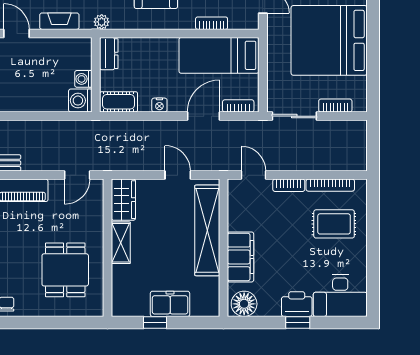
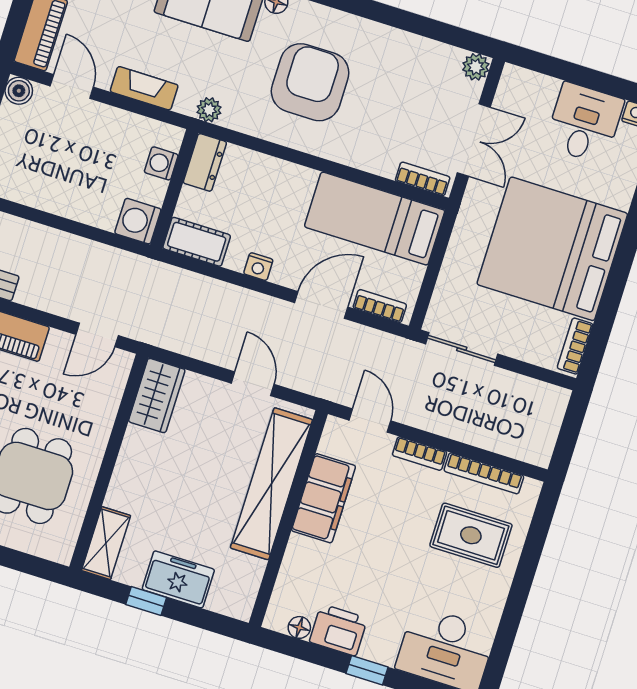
bookcase: (212, 23) -> (423, 179), moved
washing machine: (83, 79) -> (161, 163), moved
bookcase: (335, 105) -> (575, 346), moved, turned -90
shelving: (121, 243) -> (106, 543), moved
filing cabinet: (240, 257) -> (323, 498), moved
floor lamp: (244, 304) -> (299, 627), width x0.53, depth x0.53
printer: (297, 304) -> (338, 630), moved

